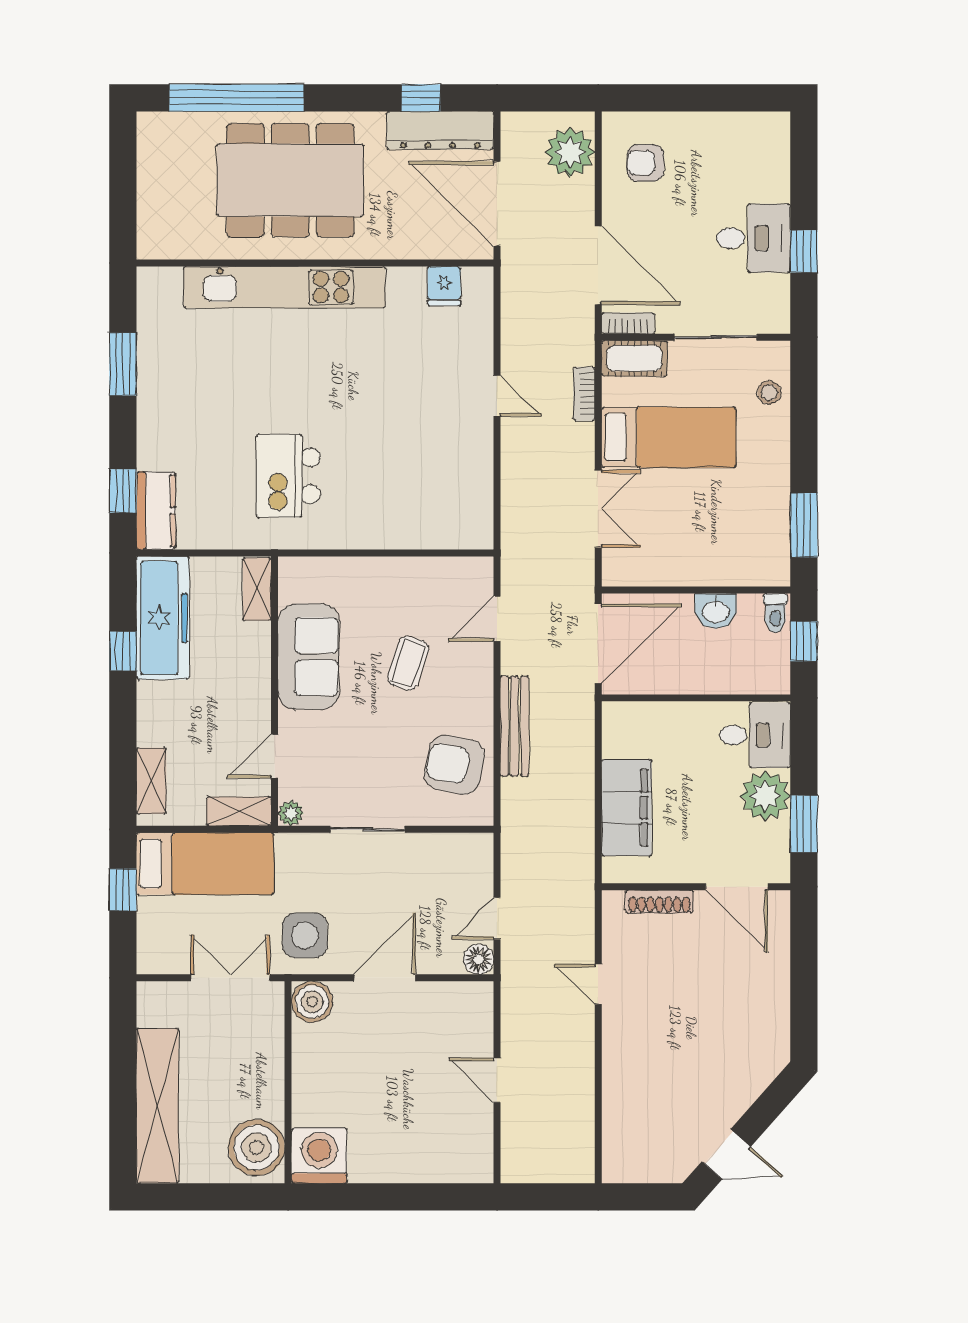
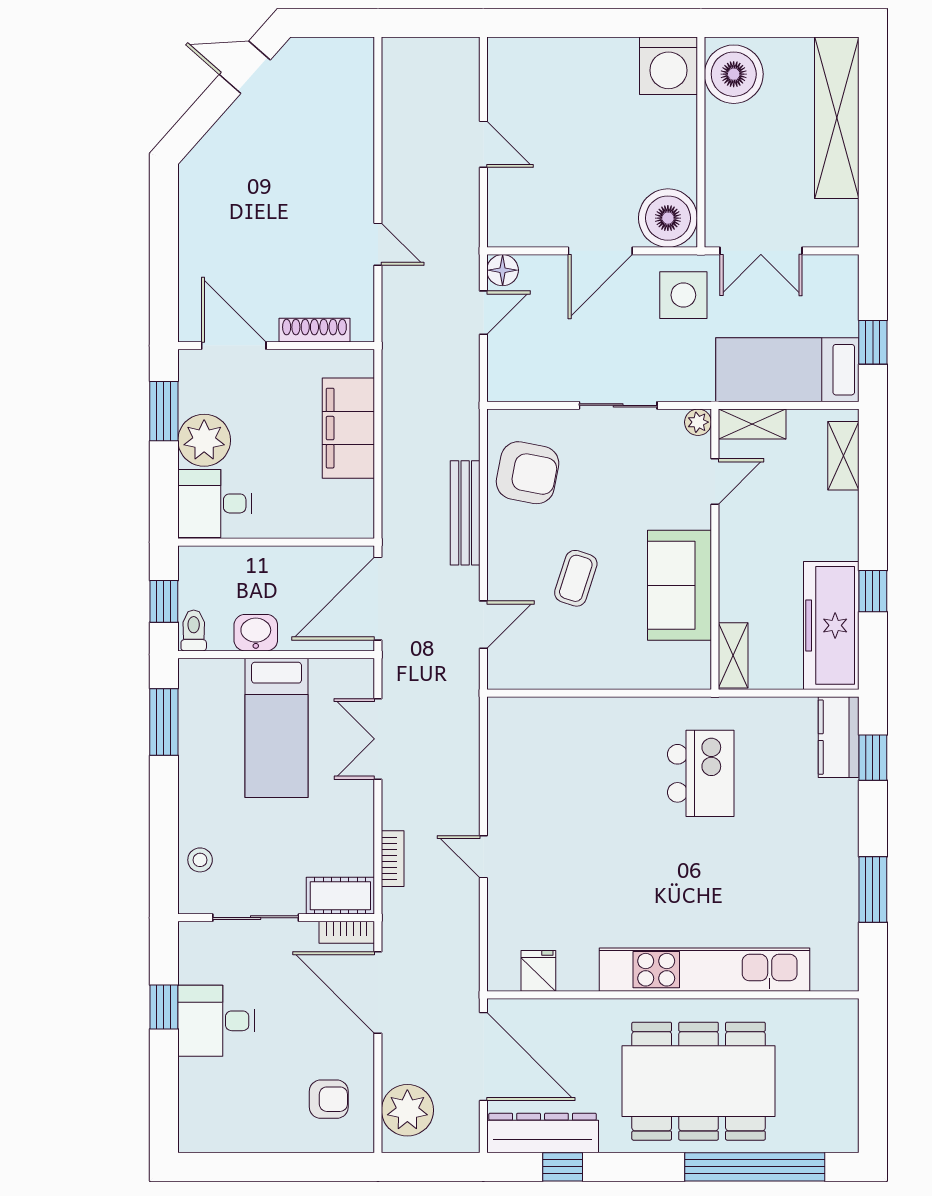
bed: (669, 437) -> (277, 728), moved, turned -90
boiler: (312, 1002) -> (668, 218), width x1.37, depth x1.37

